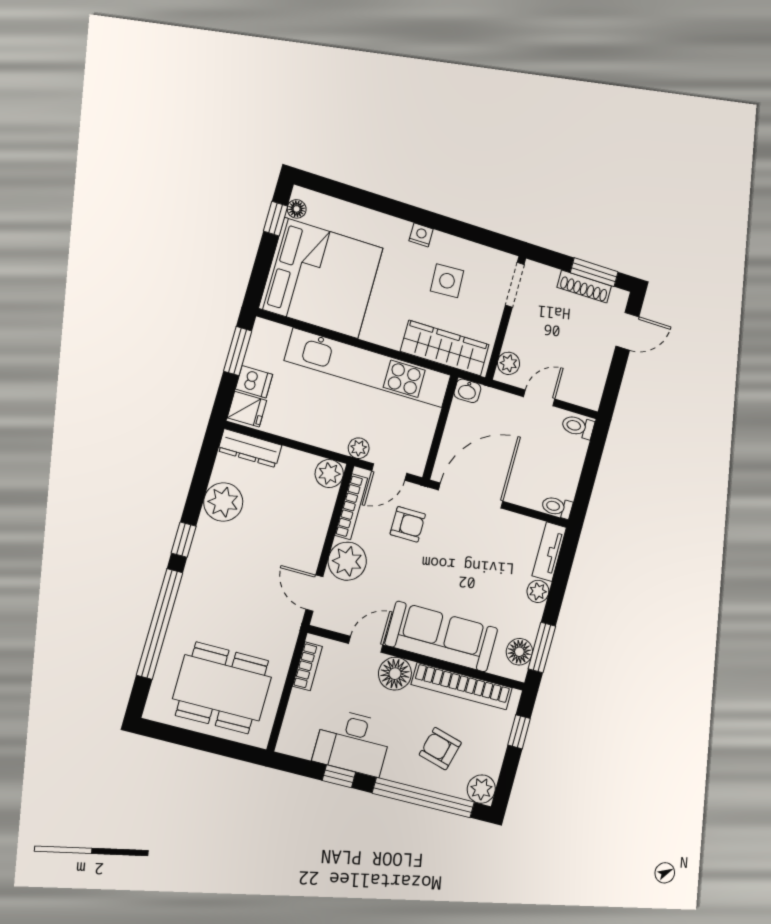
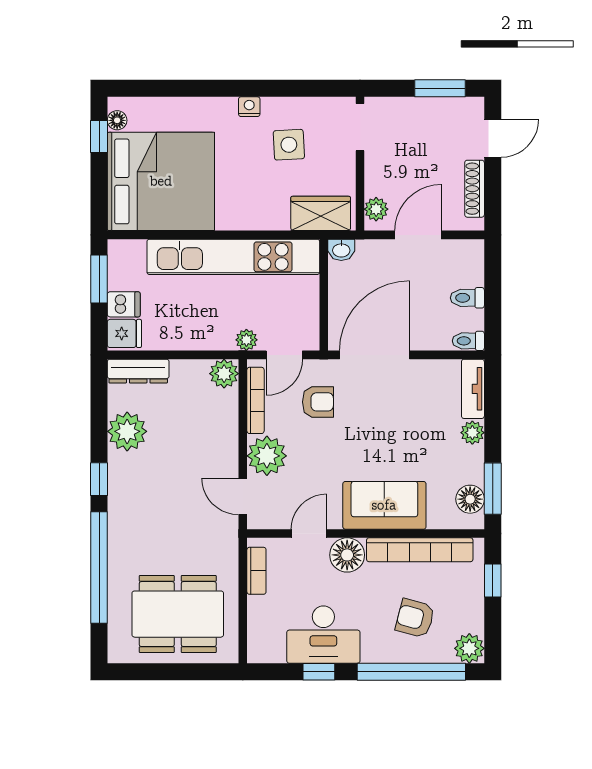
shoe rack: (584, 287) -> (475, 189), moved, turned 90
wardrobe: (445, 348) -> (321, 213), width x0.67
door: (539, 398) -> (418, 235), width x1.38
toilet: (578, 427) -> (467, 298), moved
sofa: (441, 637) -> (384, 505), width x0.73

